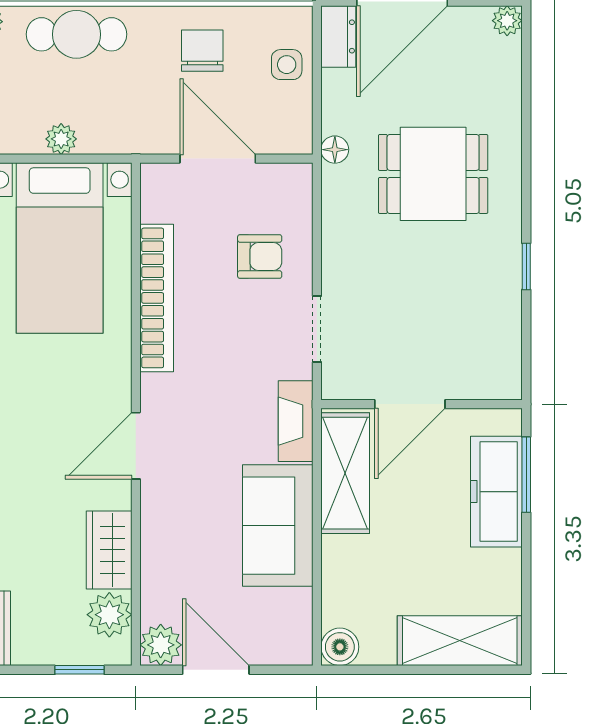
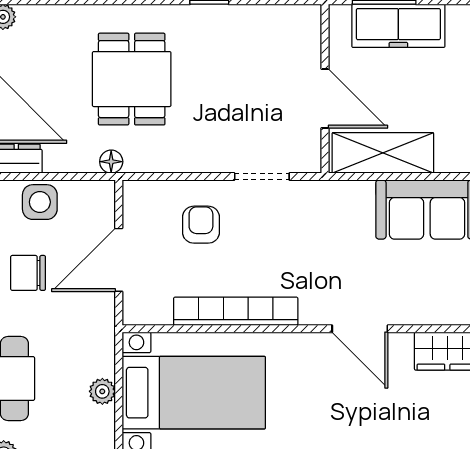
side table: (287, 65) -> (40, 202), width x1.37, depth x1.37
fireplace: (296, 421) -> (339, 194), removed

